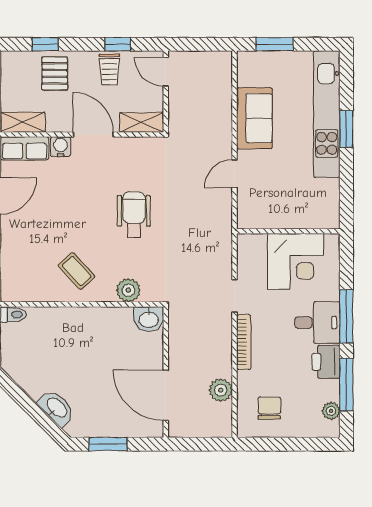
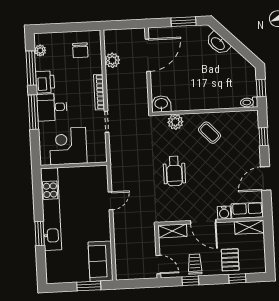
kitchen unit: (327, 114) -> (51, 209), moved
sofa: (254, 118) -> (101, 261), moved
door: (166, 395) -> (148, 55), hinge flipped

